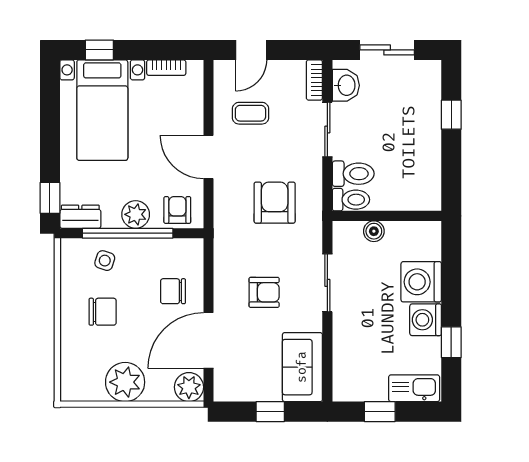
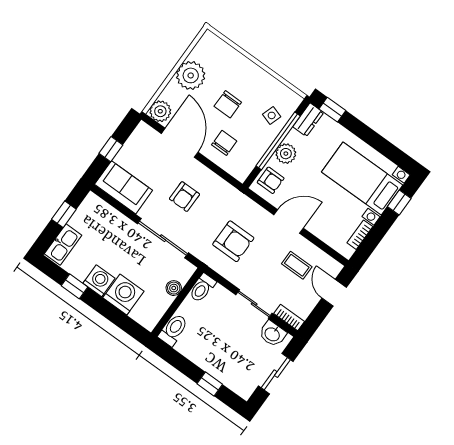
coffee table: (250, 113) -> (297, 265), turned 90
toilet: (353, 174) -> (173, 330), moved, turned 180
sliding door: (327, 283) -> (163, 238), width x1.37
chair: (103, 312) -> (228, 104), moved

